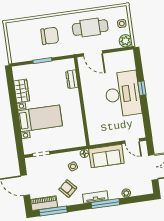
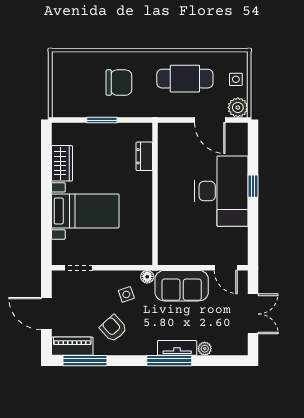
door: (93, 53) -> (210, 120), moved
tv unit: (95, 197) -> (177, 348), moved

